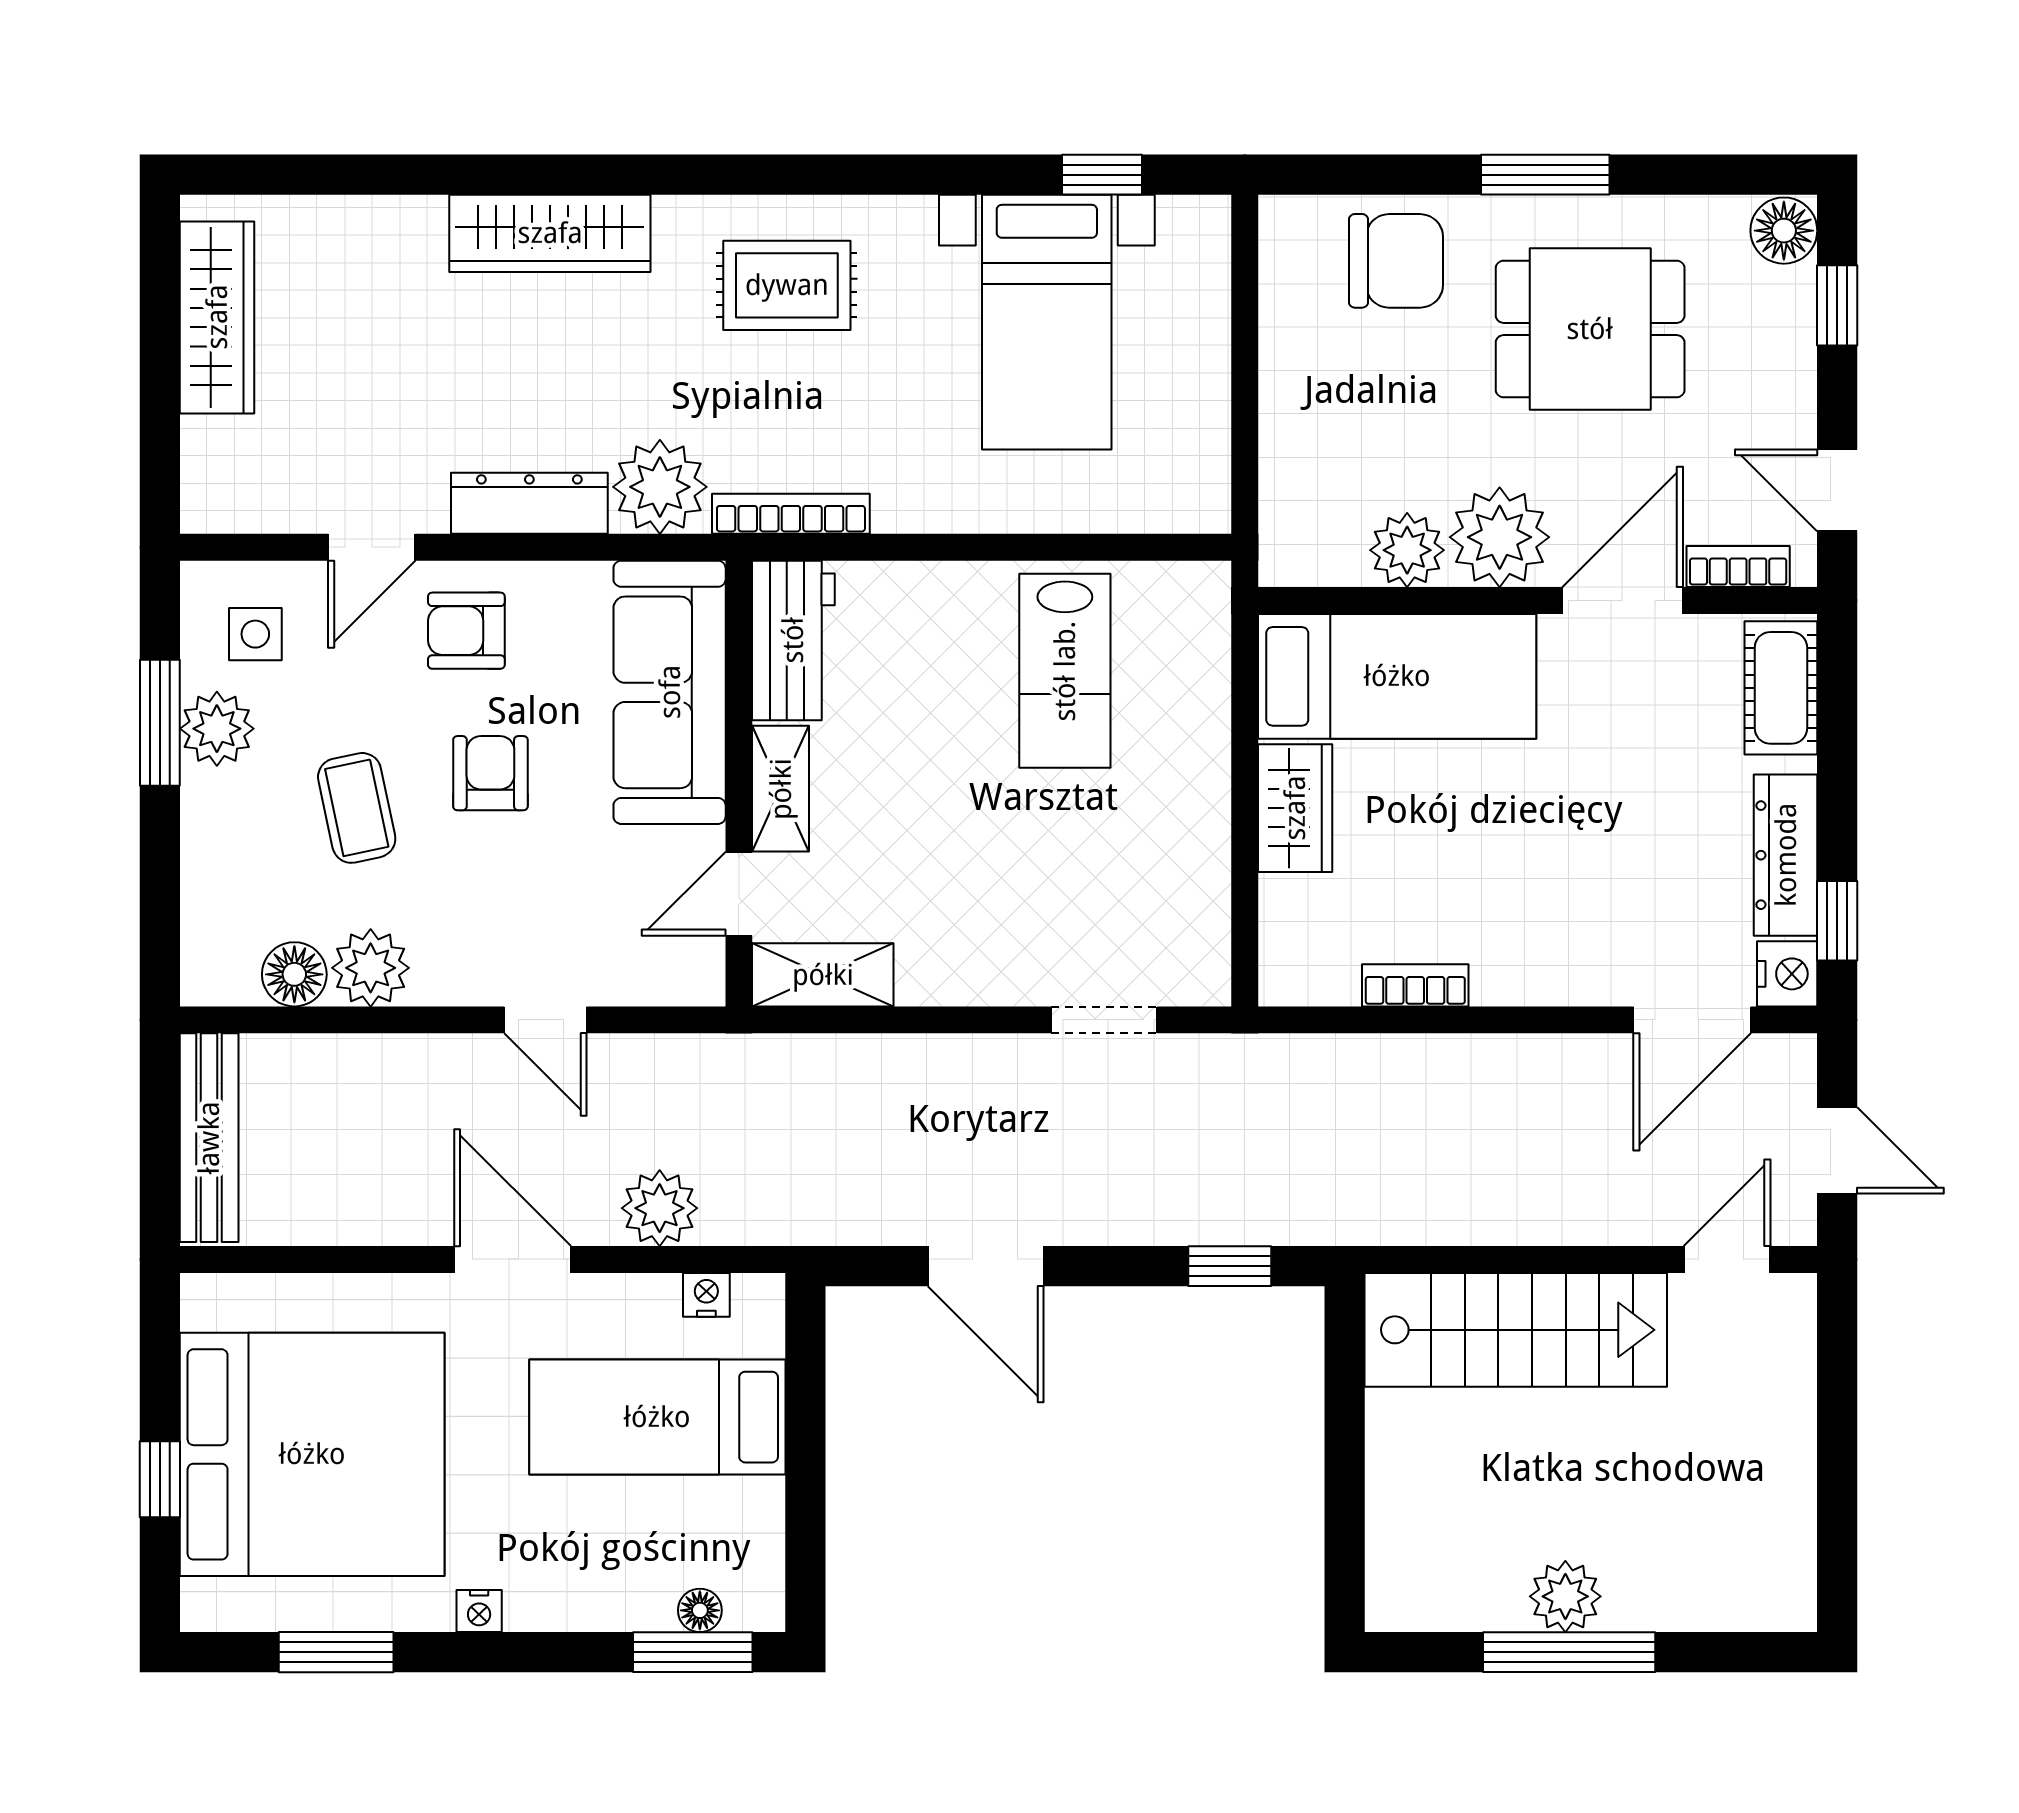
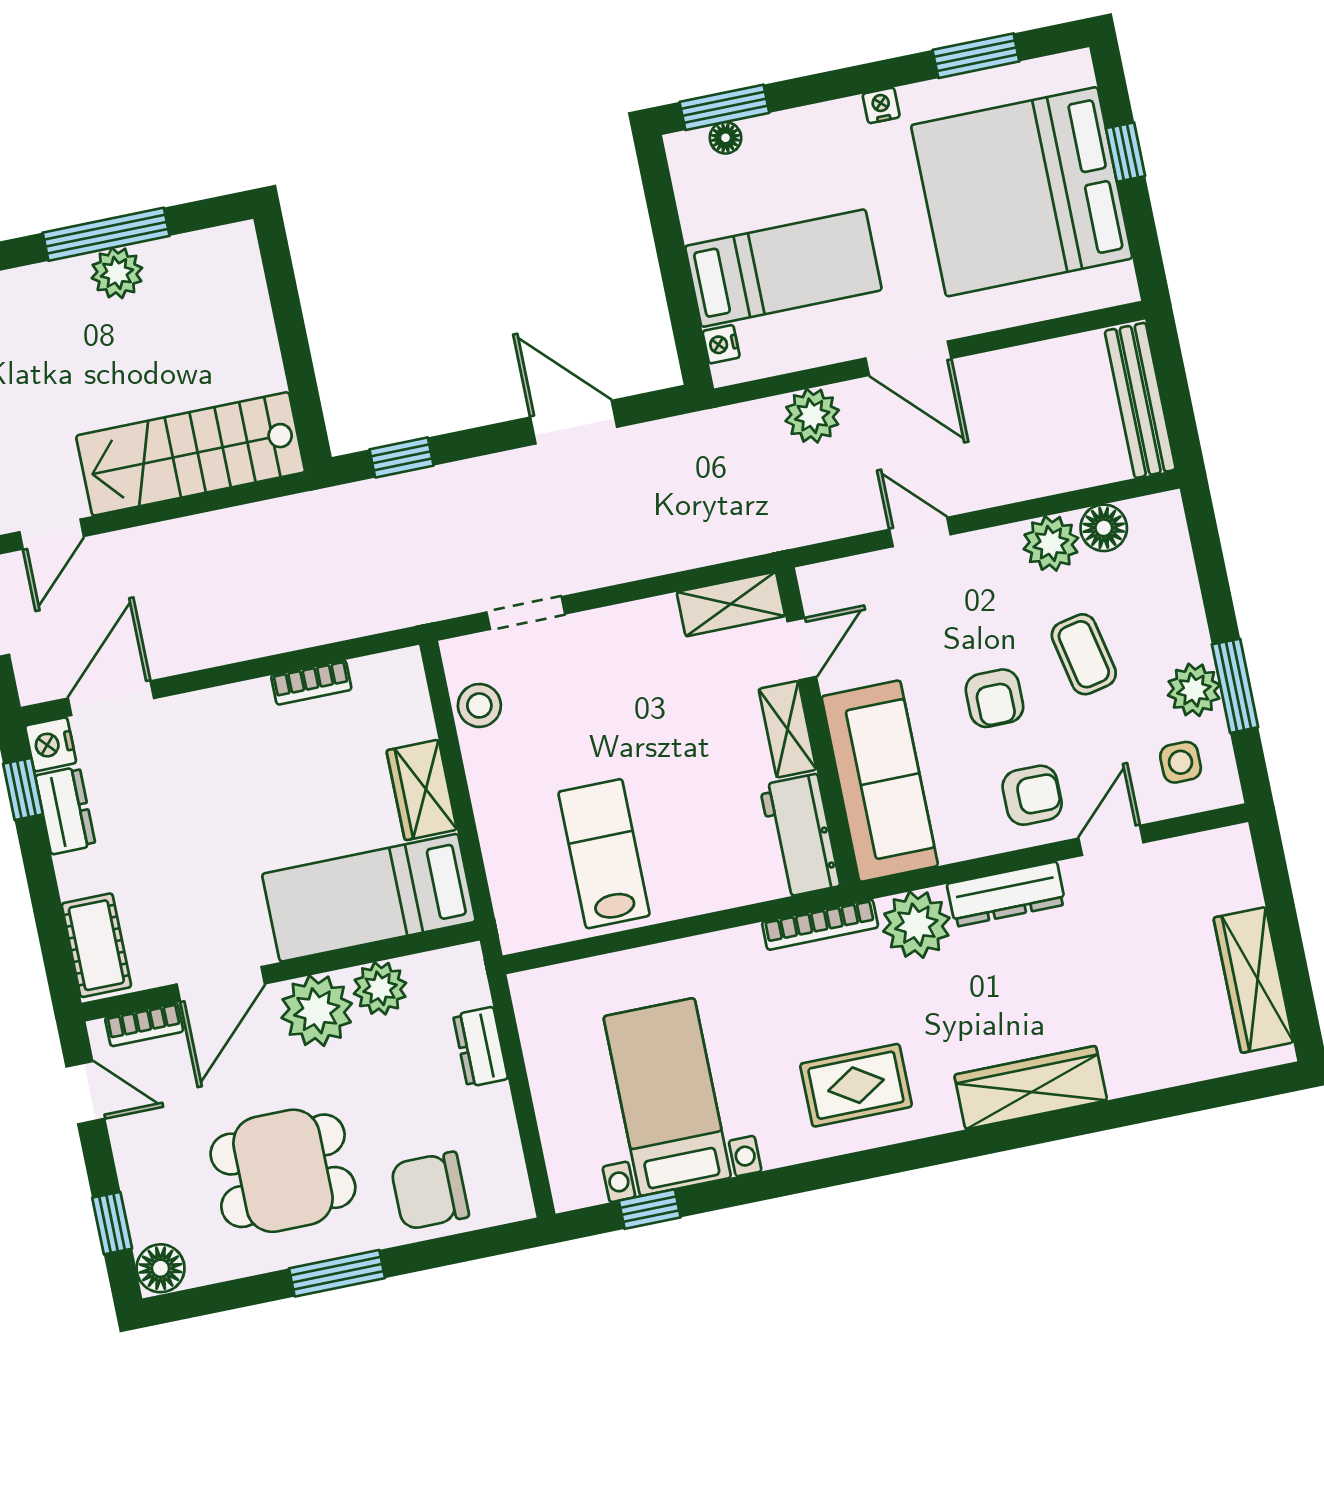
dresser: (1287, 442) -> (480, 1047), added
dresser: (1786, 855) -> (65, 811), width x0.70
stool: (1193, 907) -> (479, 705), added
nightstand: (706, 1295) -> (721, 344), moved, turned 90

